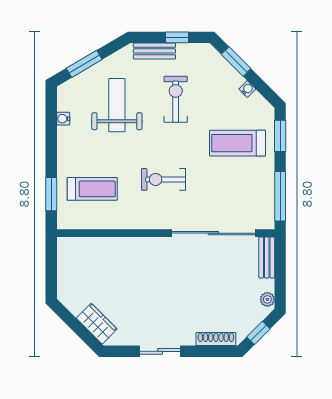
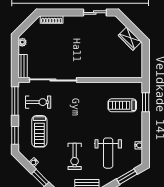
treadmill: (237, 143) -> (39, 131), turned 90
exercise bike: (163, 179) -> (38, 102), moved
wardrobe: (97, 324) -> (130, 39), moved
window: (258, 333) -> (27, 23), removed
sliding door: (160, 351) -> (95, 13), moved

